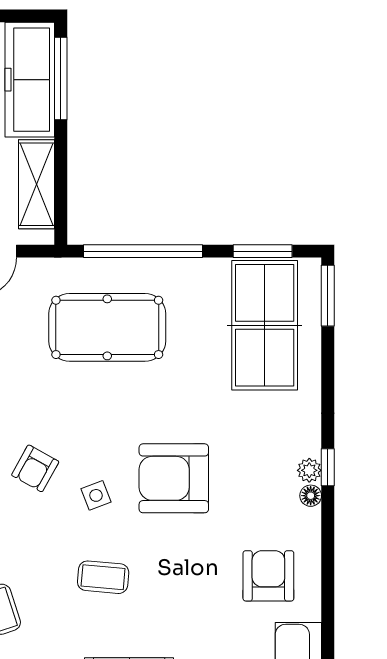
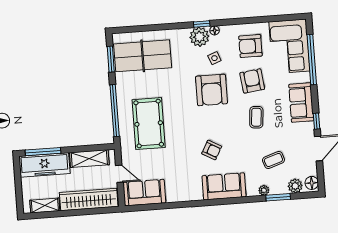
window: (328, 296) -> (128, 30), removed
plant: (309, 470) -> (199, 37), width x1.88, depth x1.88
side table: (96, 495) -> (214, 58), moved
armchair: (187, 574) -> (252, 81), added

